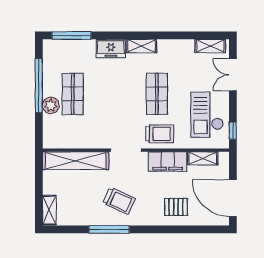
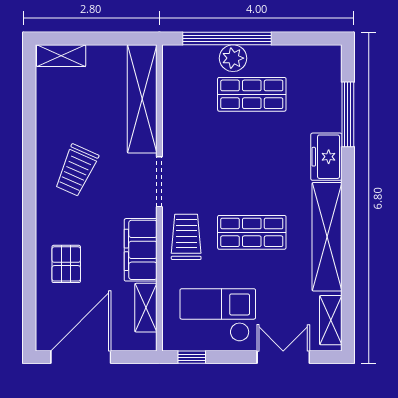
window: (72, 35) -> (348, 114), moved
shelving: (141, 46) -> (327, 237), width x2.20, depth x1.33
window: (39, 86) -> (227, 39), moved
trolley: (160, 134) -> (186, 237), turned 180
window: (109, 229) -> (29, 154), removed

